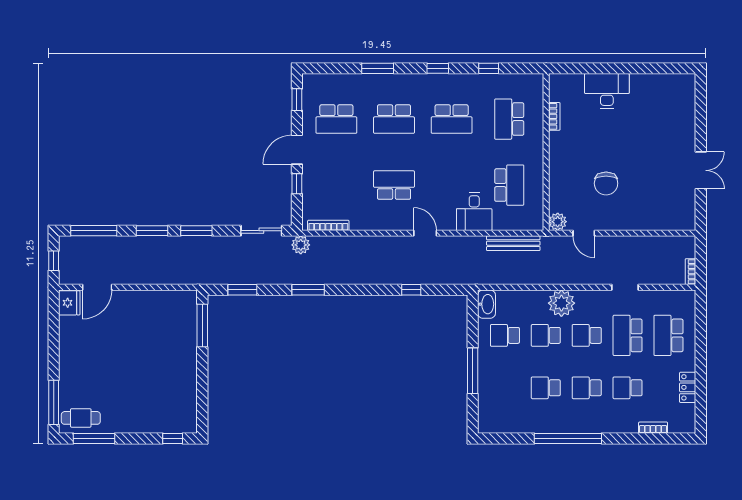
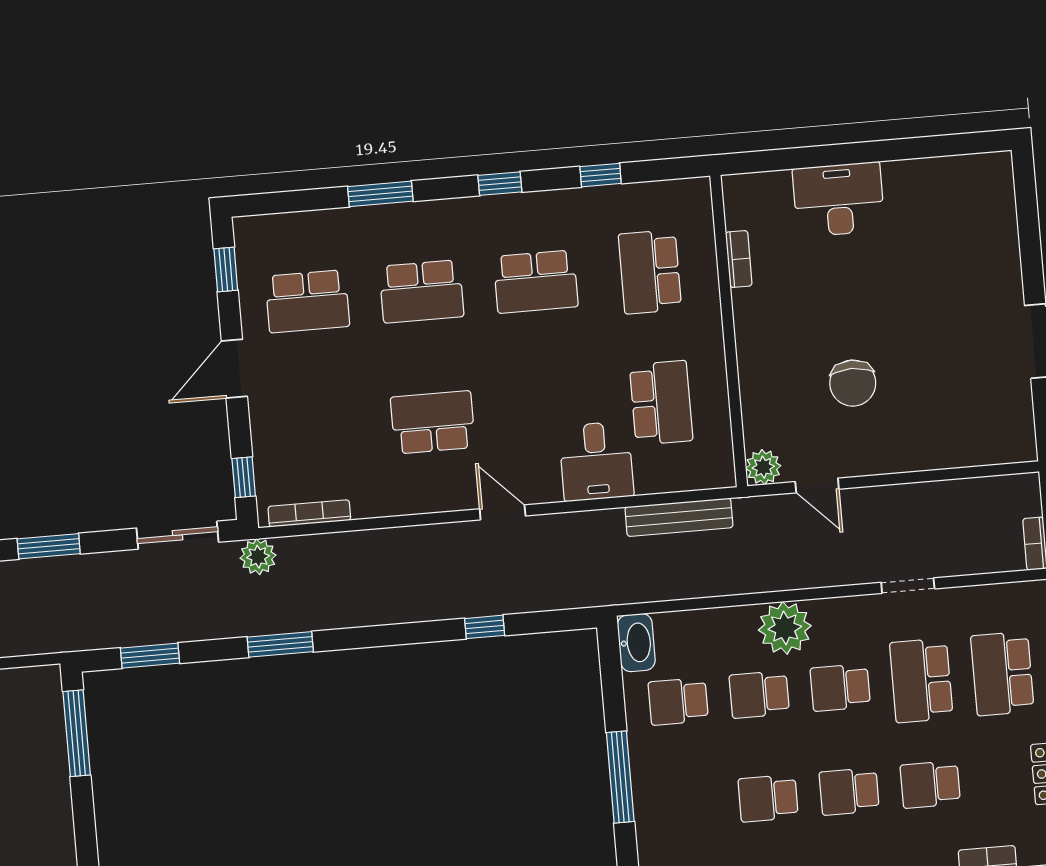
window: (297, 184) -> (244, 477), moved

